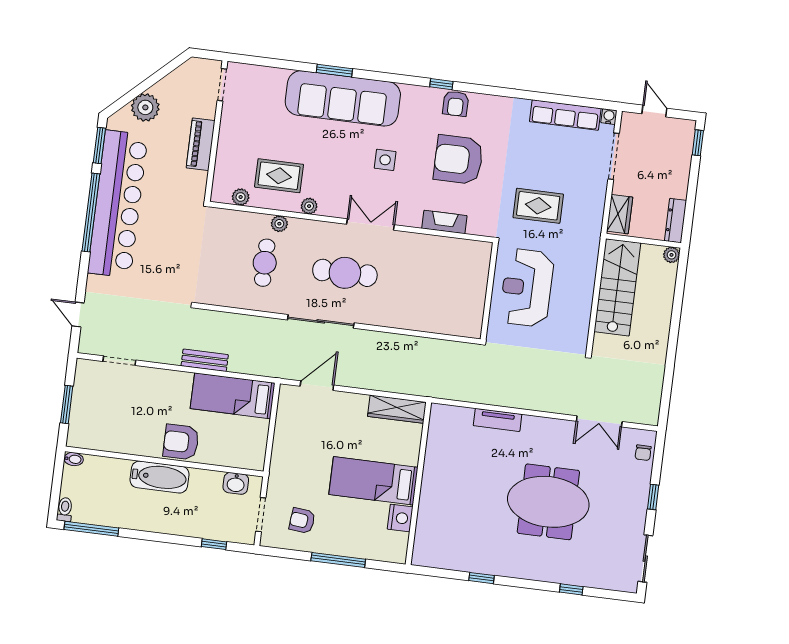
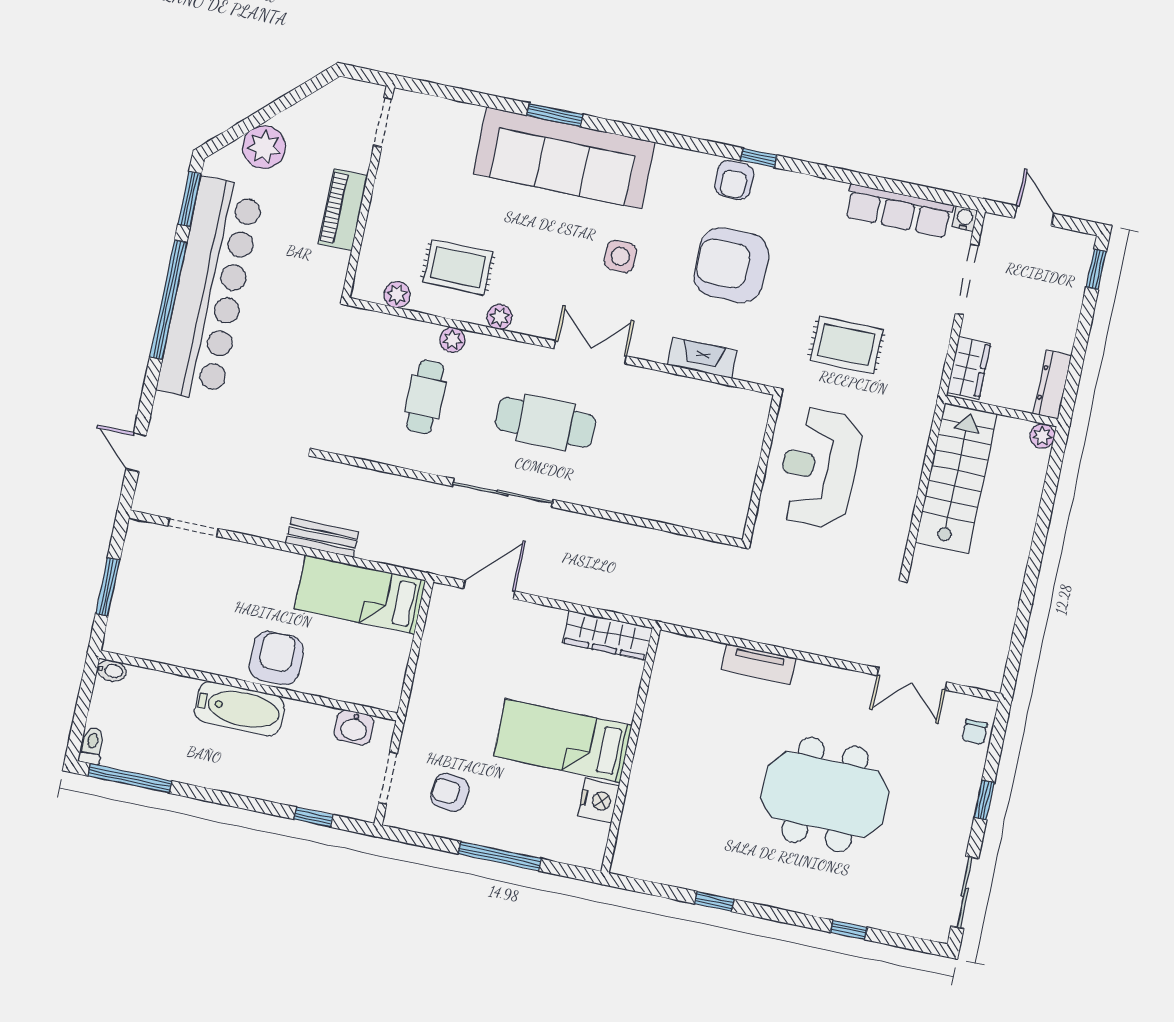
window: (441, 84) -> (759, 158), moved
armchair: (181, 442) -> (276, 658), turned 90

